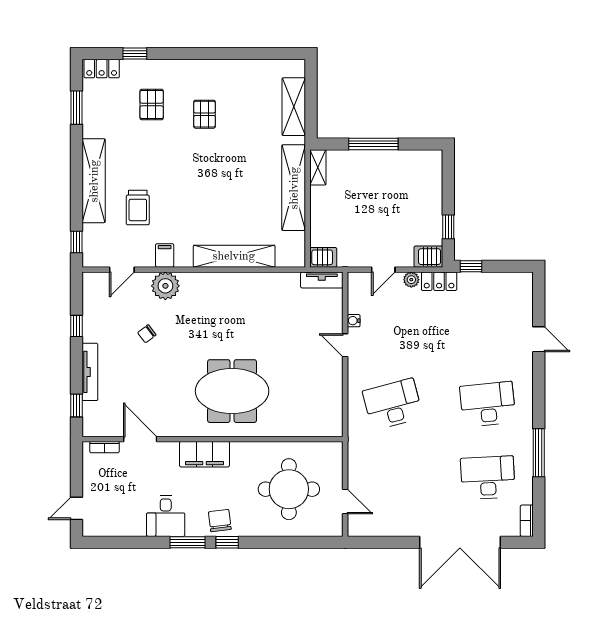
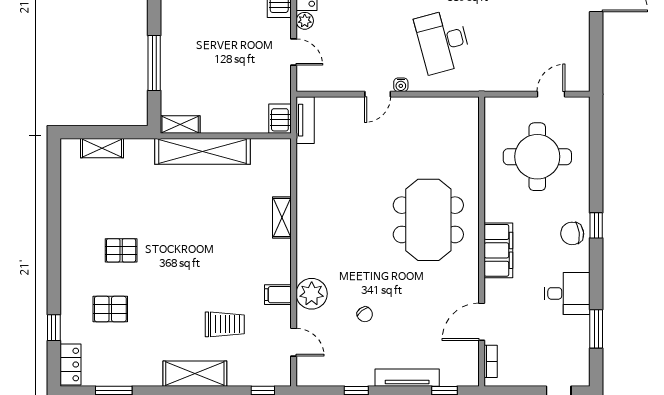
shelving: (294, 107) -> (102, 148), width x0.67, depth x0.75
shelving: (94, 181) -> (195, 374), width x0.68
shelving: (234, 256) -> (282, 217), width x0.45, depth x0.75
water cooler: (354, 321) -> (401, 85), moved
window: (188, 542) -> (596, 329), moved

